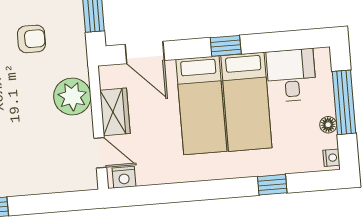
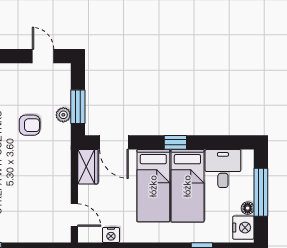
plant: (72, 97) -> (63, 115), moved, width x0.53, depth x0.53
wardrobe: (115, 112) -> (88, 167), moved
nightstand: (331, 158) -> (243, 228), width x1.89, depth x1.79
nightstand: (124, 177) -> (111, 235), moved

